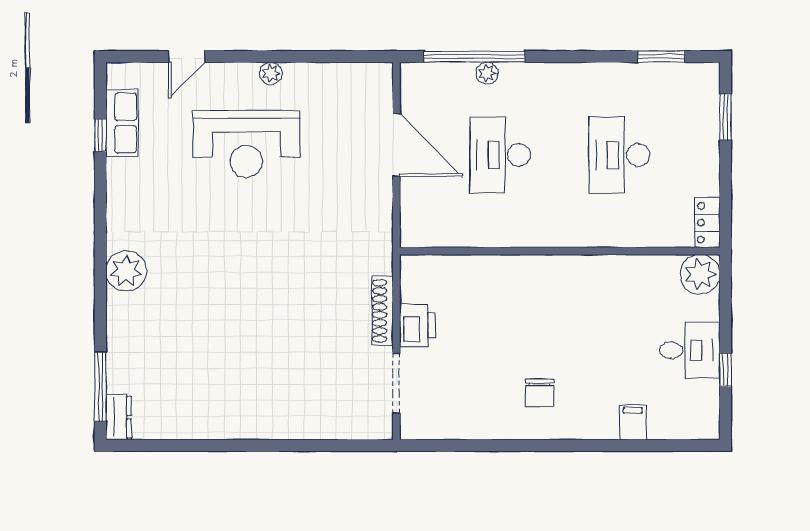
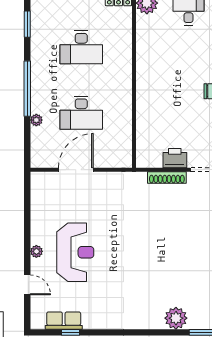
window: (474, 57) -> (27, 89), moved
plant: (271, 73) -> (36, 251), moved
plant: (126, 271) -> (176, 318), moved

